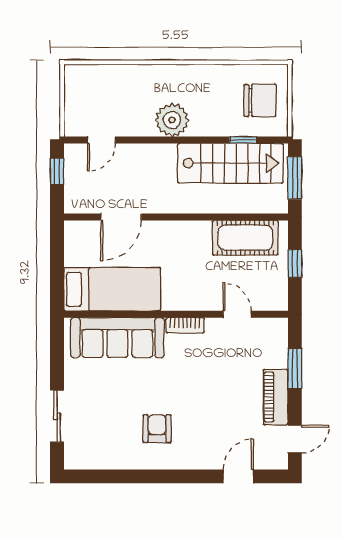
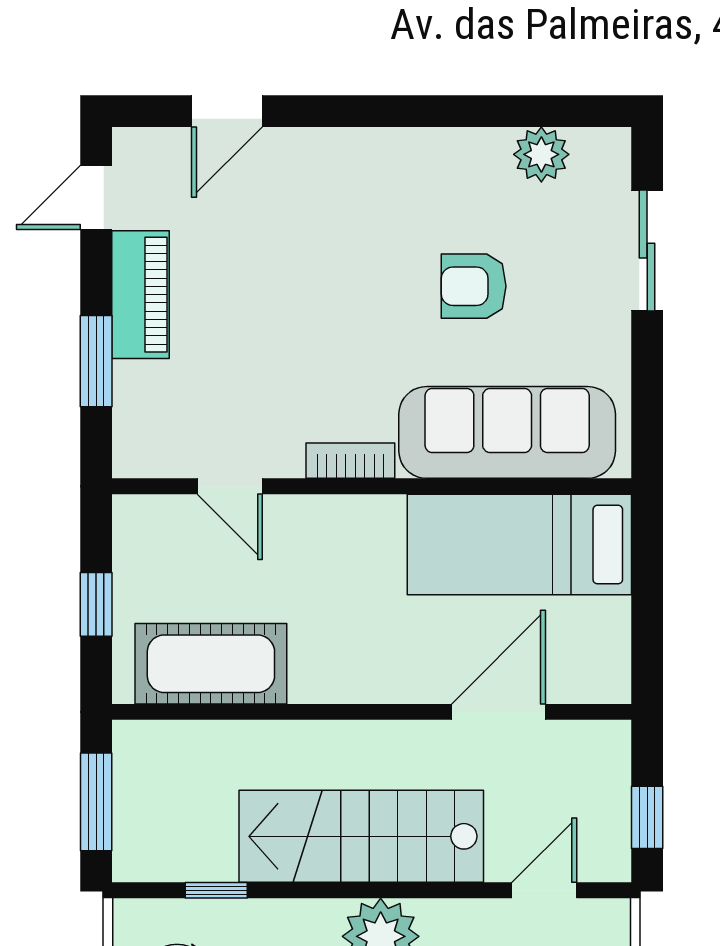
stairs: (230, 163) -> (361, 836), moved
armchair: (157, 429) -> (474, 286), moved, turned 90
plant: (103, 458) -> (541, 154), added

